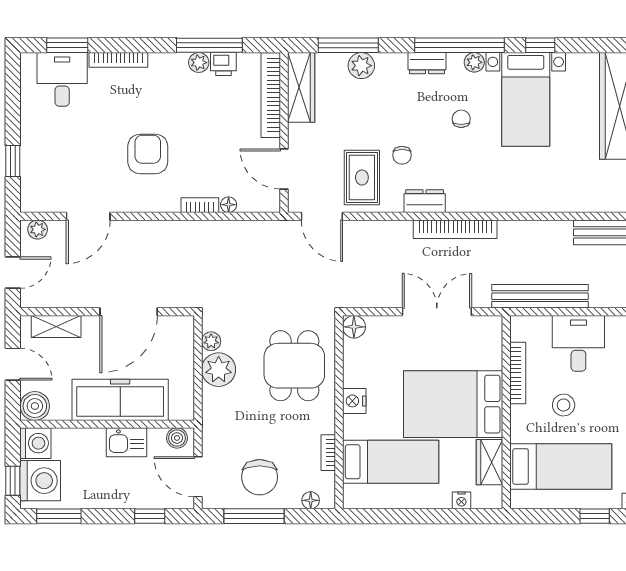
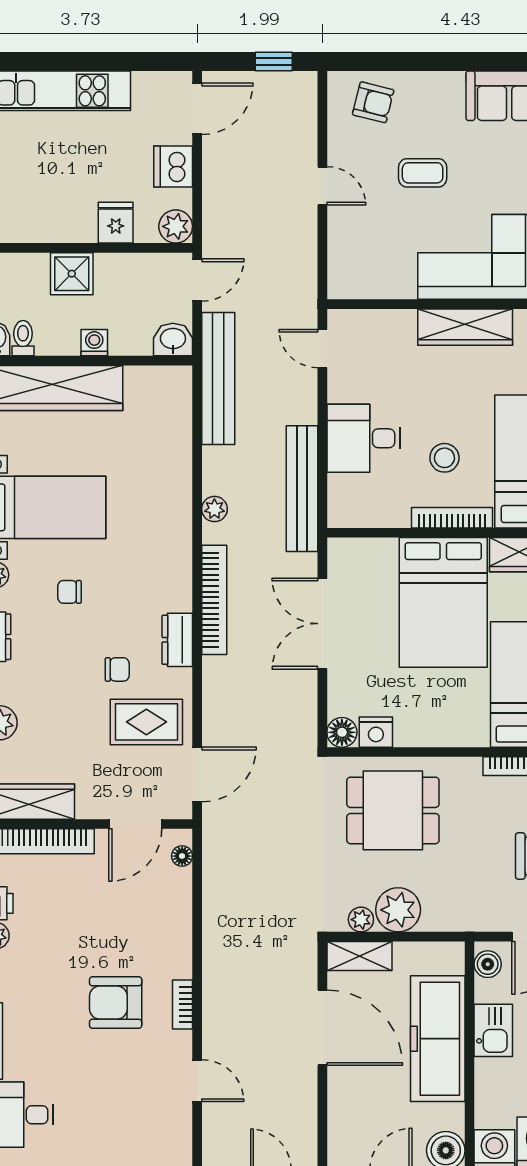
bookcase: (200, 205) -> (183, 1004), moved
floor lamp: (229, 205) -> (182, 856), moved
door: (88, 216) -> (197, 1081), width x0.73
plant: (38, 229) -> (214, 509), moved
shelving: (56, 327) -> (359, 956), moved, turned 90
bookcase: (518, 373) -> (452, 518), moved
nightstand: (354, 401) -> (376, 732), moved

